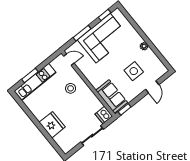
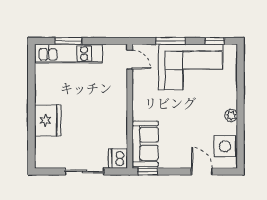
side table: (134, 71) -> (225, 146), moved
door: (152, 87) -> (202, 171), swing flipped
stool: (71, 88) -> (104, 95), removed

